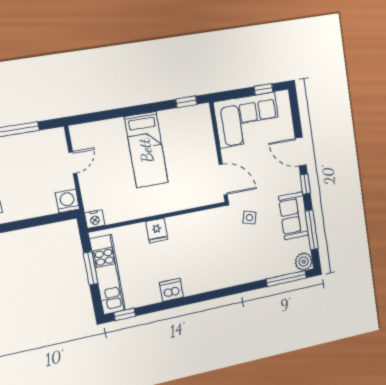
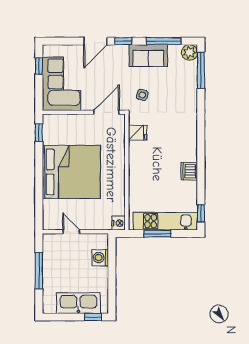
bed: (146, 150) -> (71, 172), width x2.04
washing machine: (67, 201) -> (100, 258), moved
fridge: (157, 231) -> (138, 133), moved

